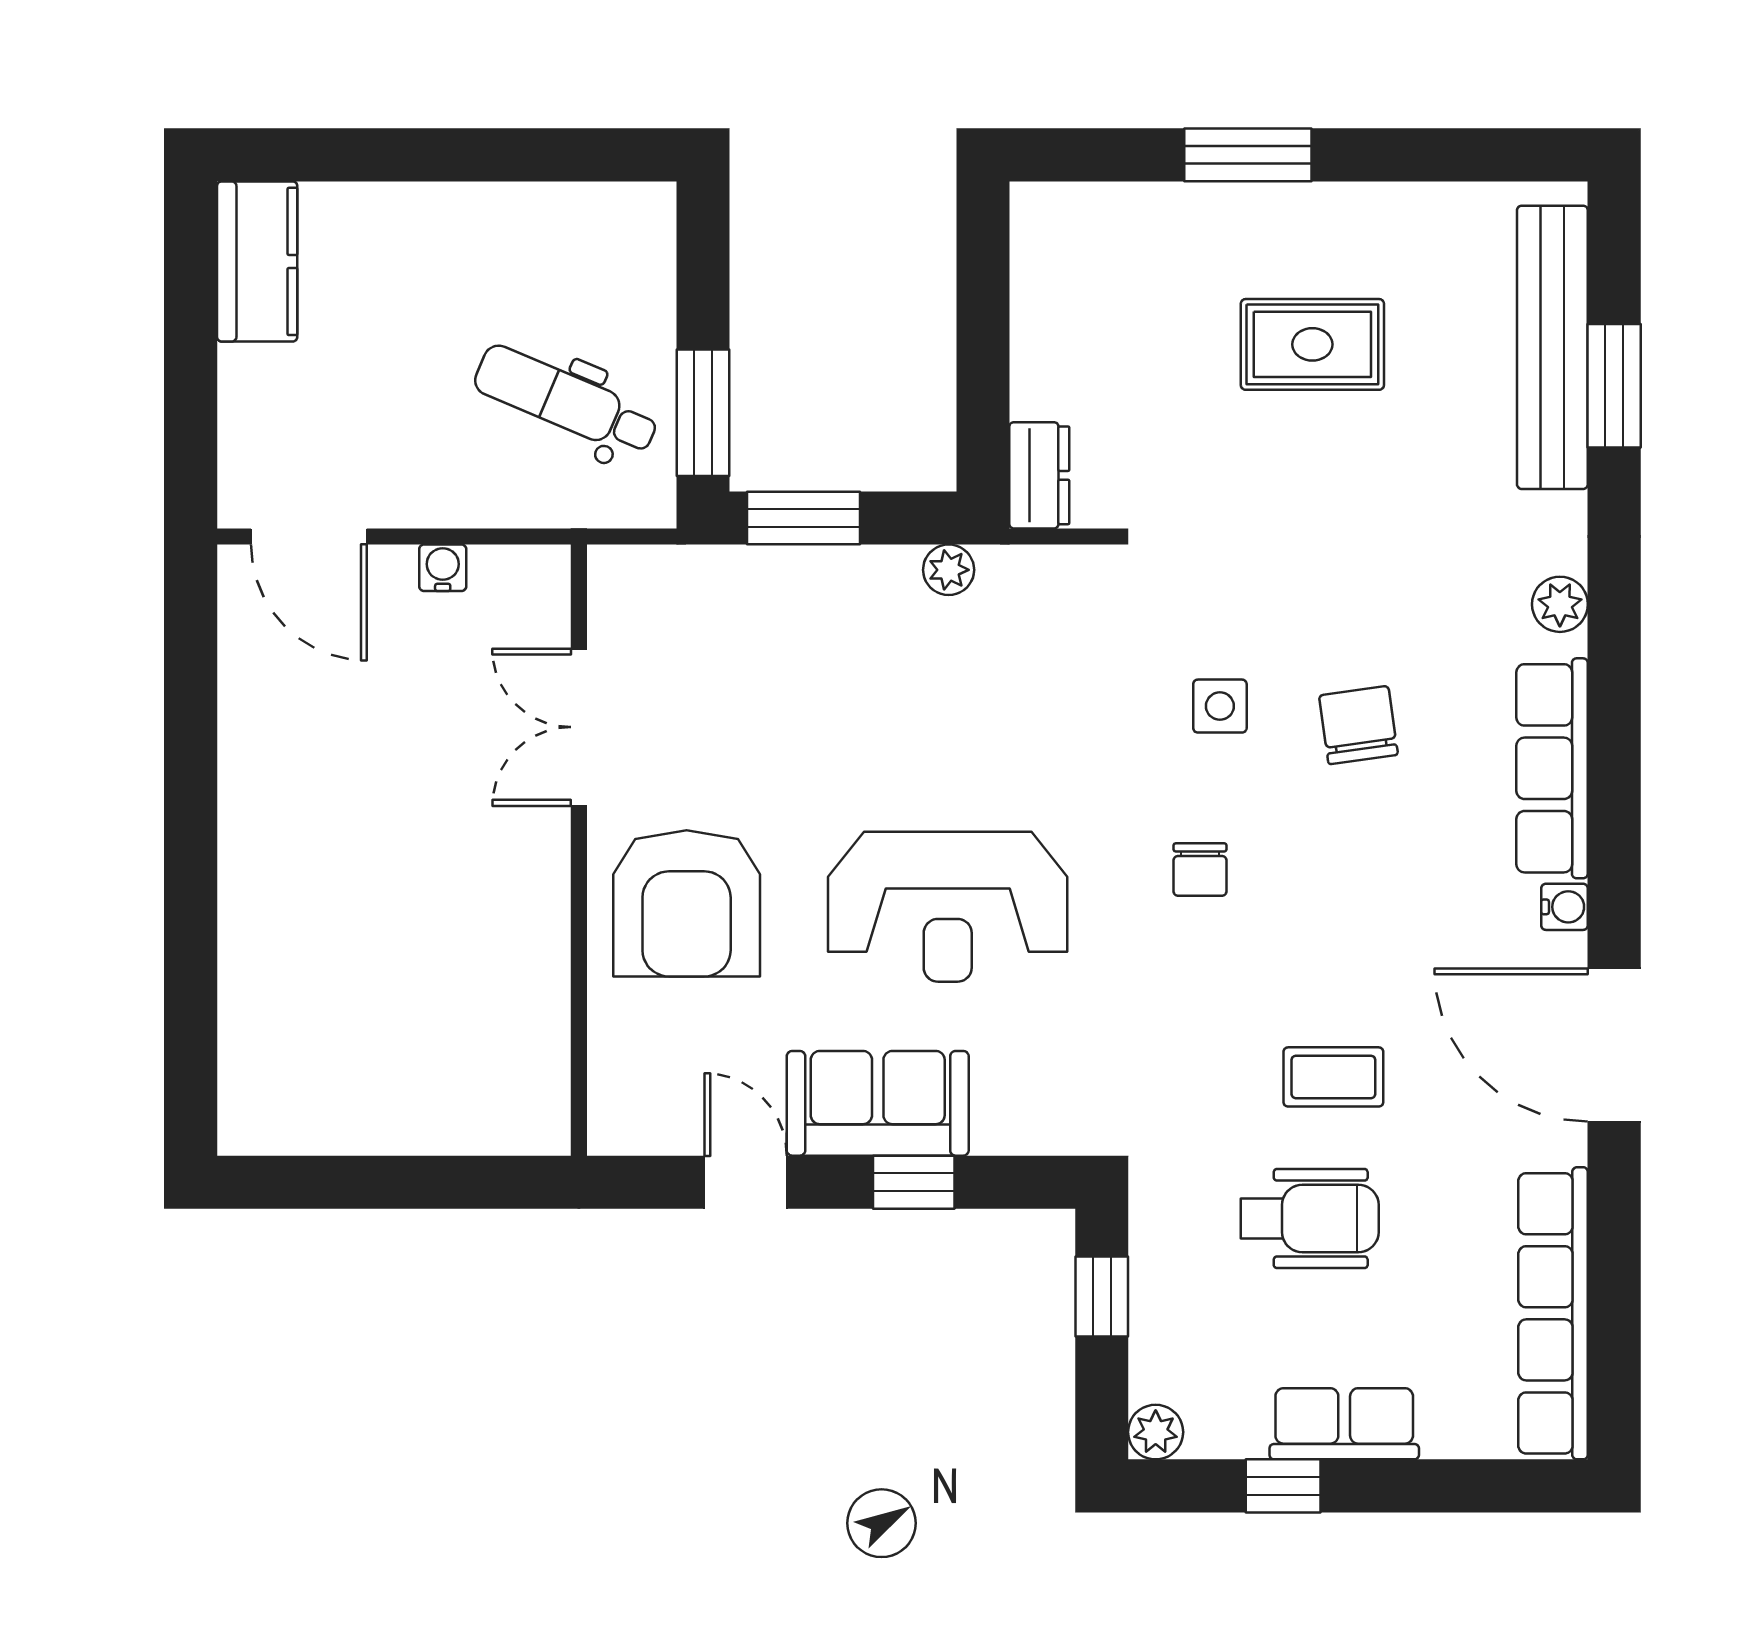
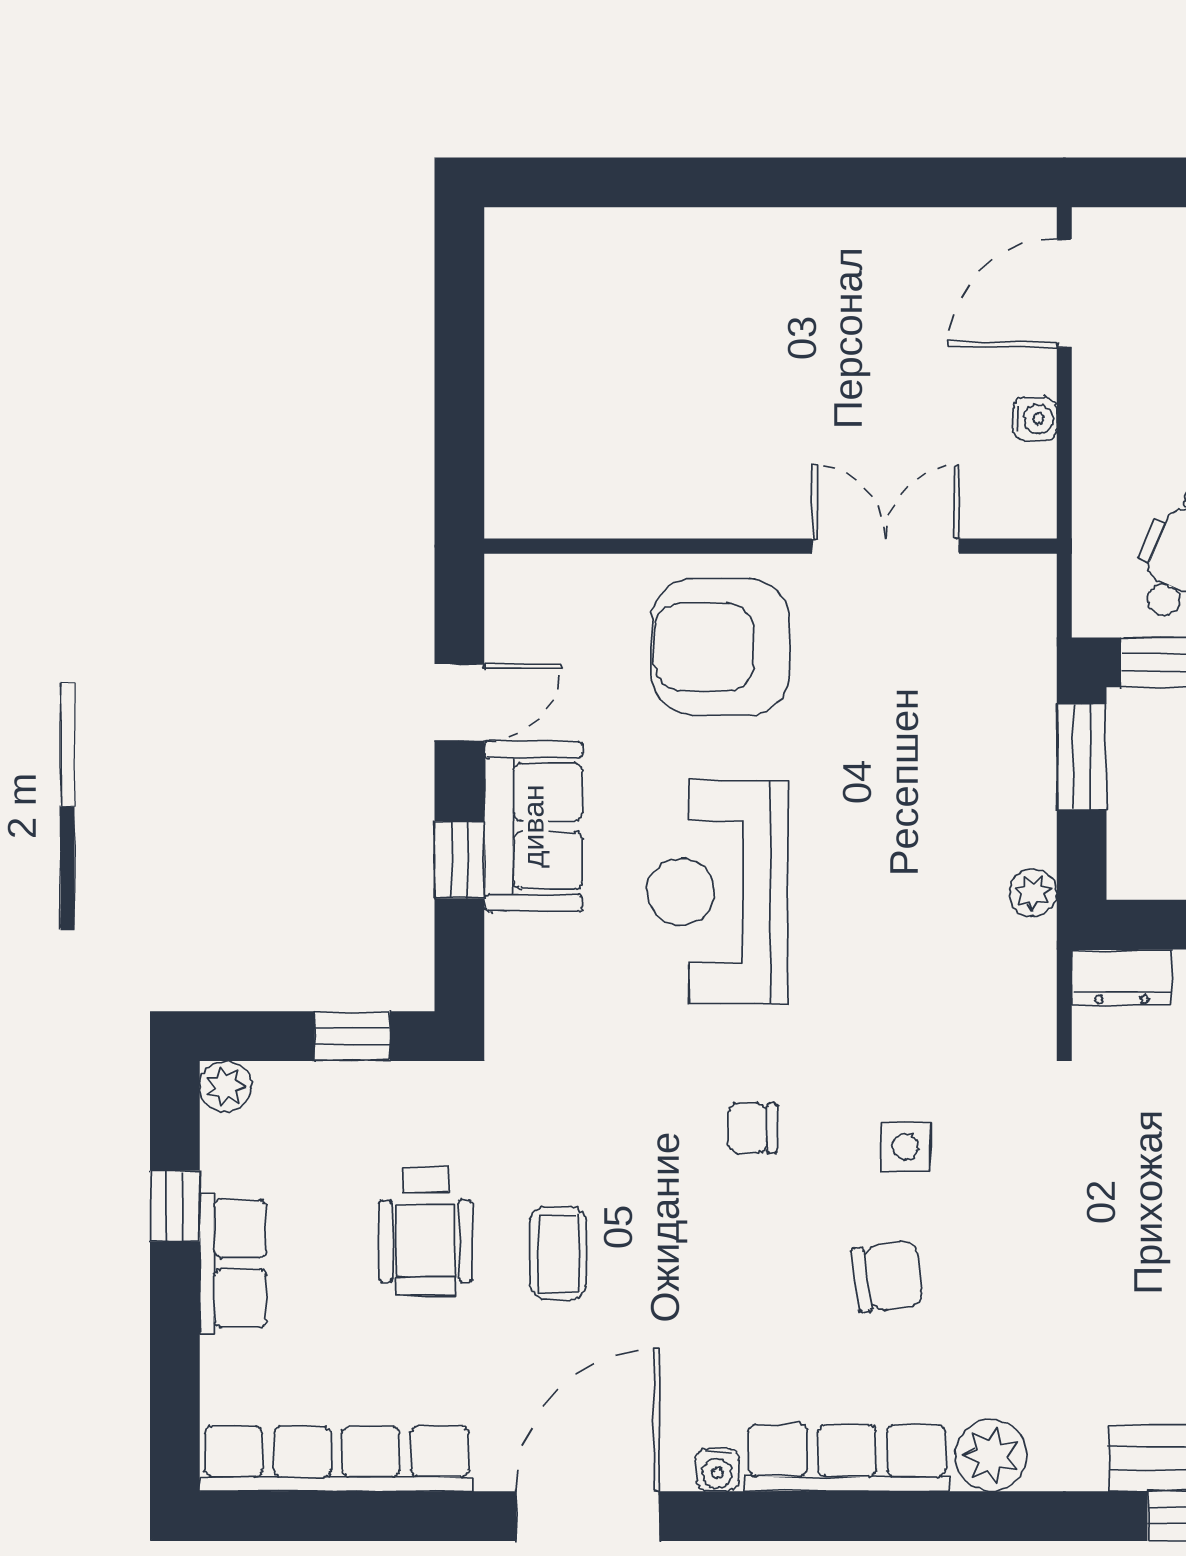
plant: (1560, 604) -> (991, 1456), width x1.38, depth x1.38

